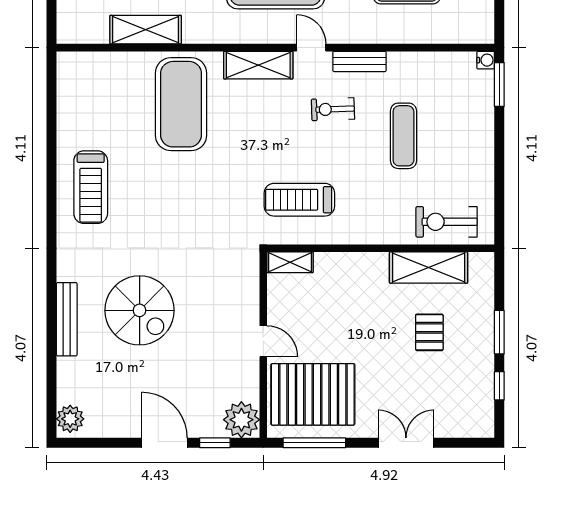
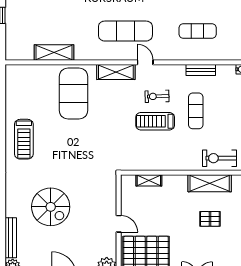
bench: (359, 61) -> (201, 70), moved
treadmill: (299, 200) -> (155, 121), moved
shelving: (290, 262) -> (149, 180), moved
bench: (67, 319) -> (11, 238), moved
pallet: (429, 332) -> (210, 219), turned 90

